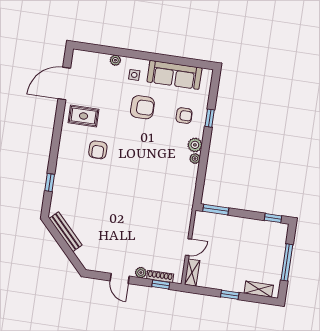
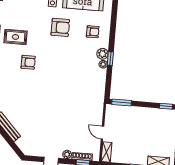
window: (210, 118) -> (110, 59), moved
armchair: (98, 150) -> (28, 62), turned -90
door: (188, 247) -> (102, 133), swing flipped

